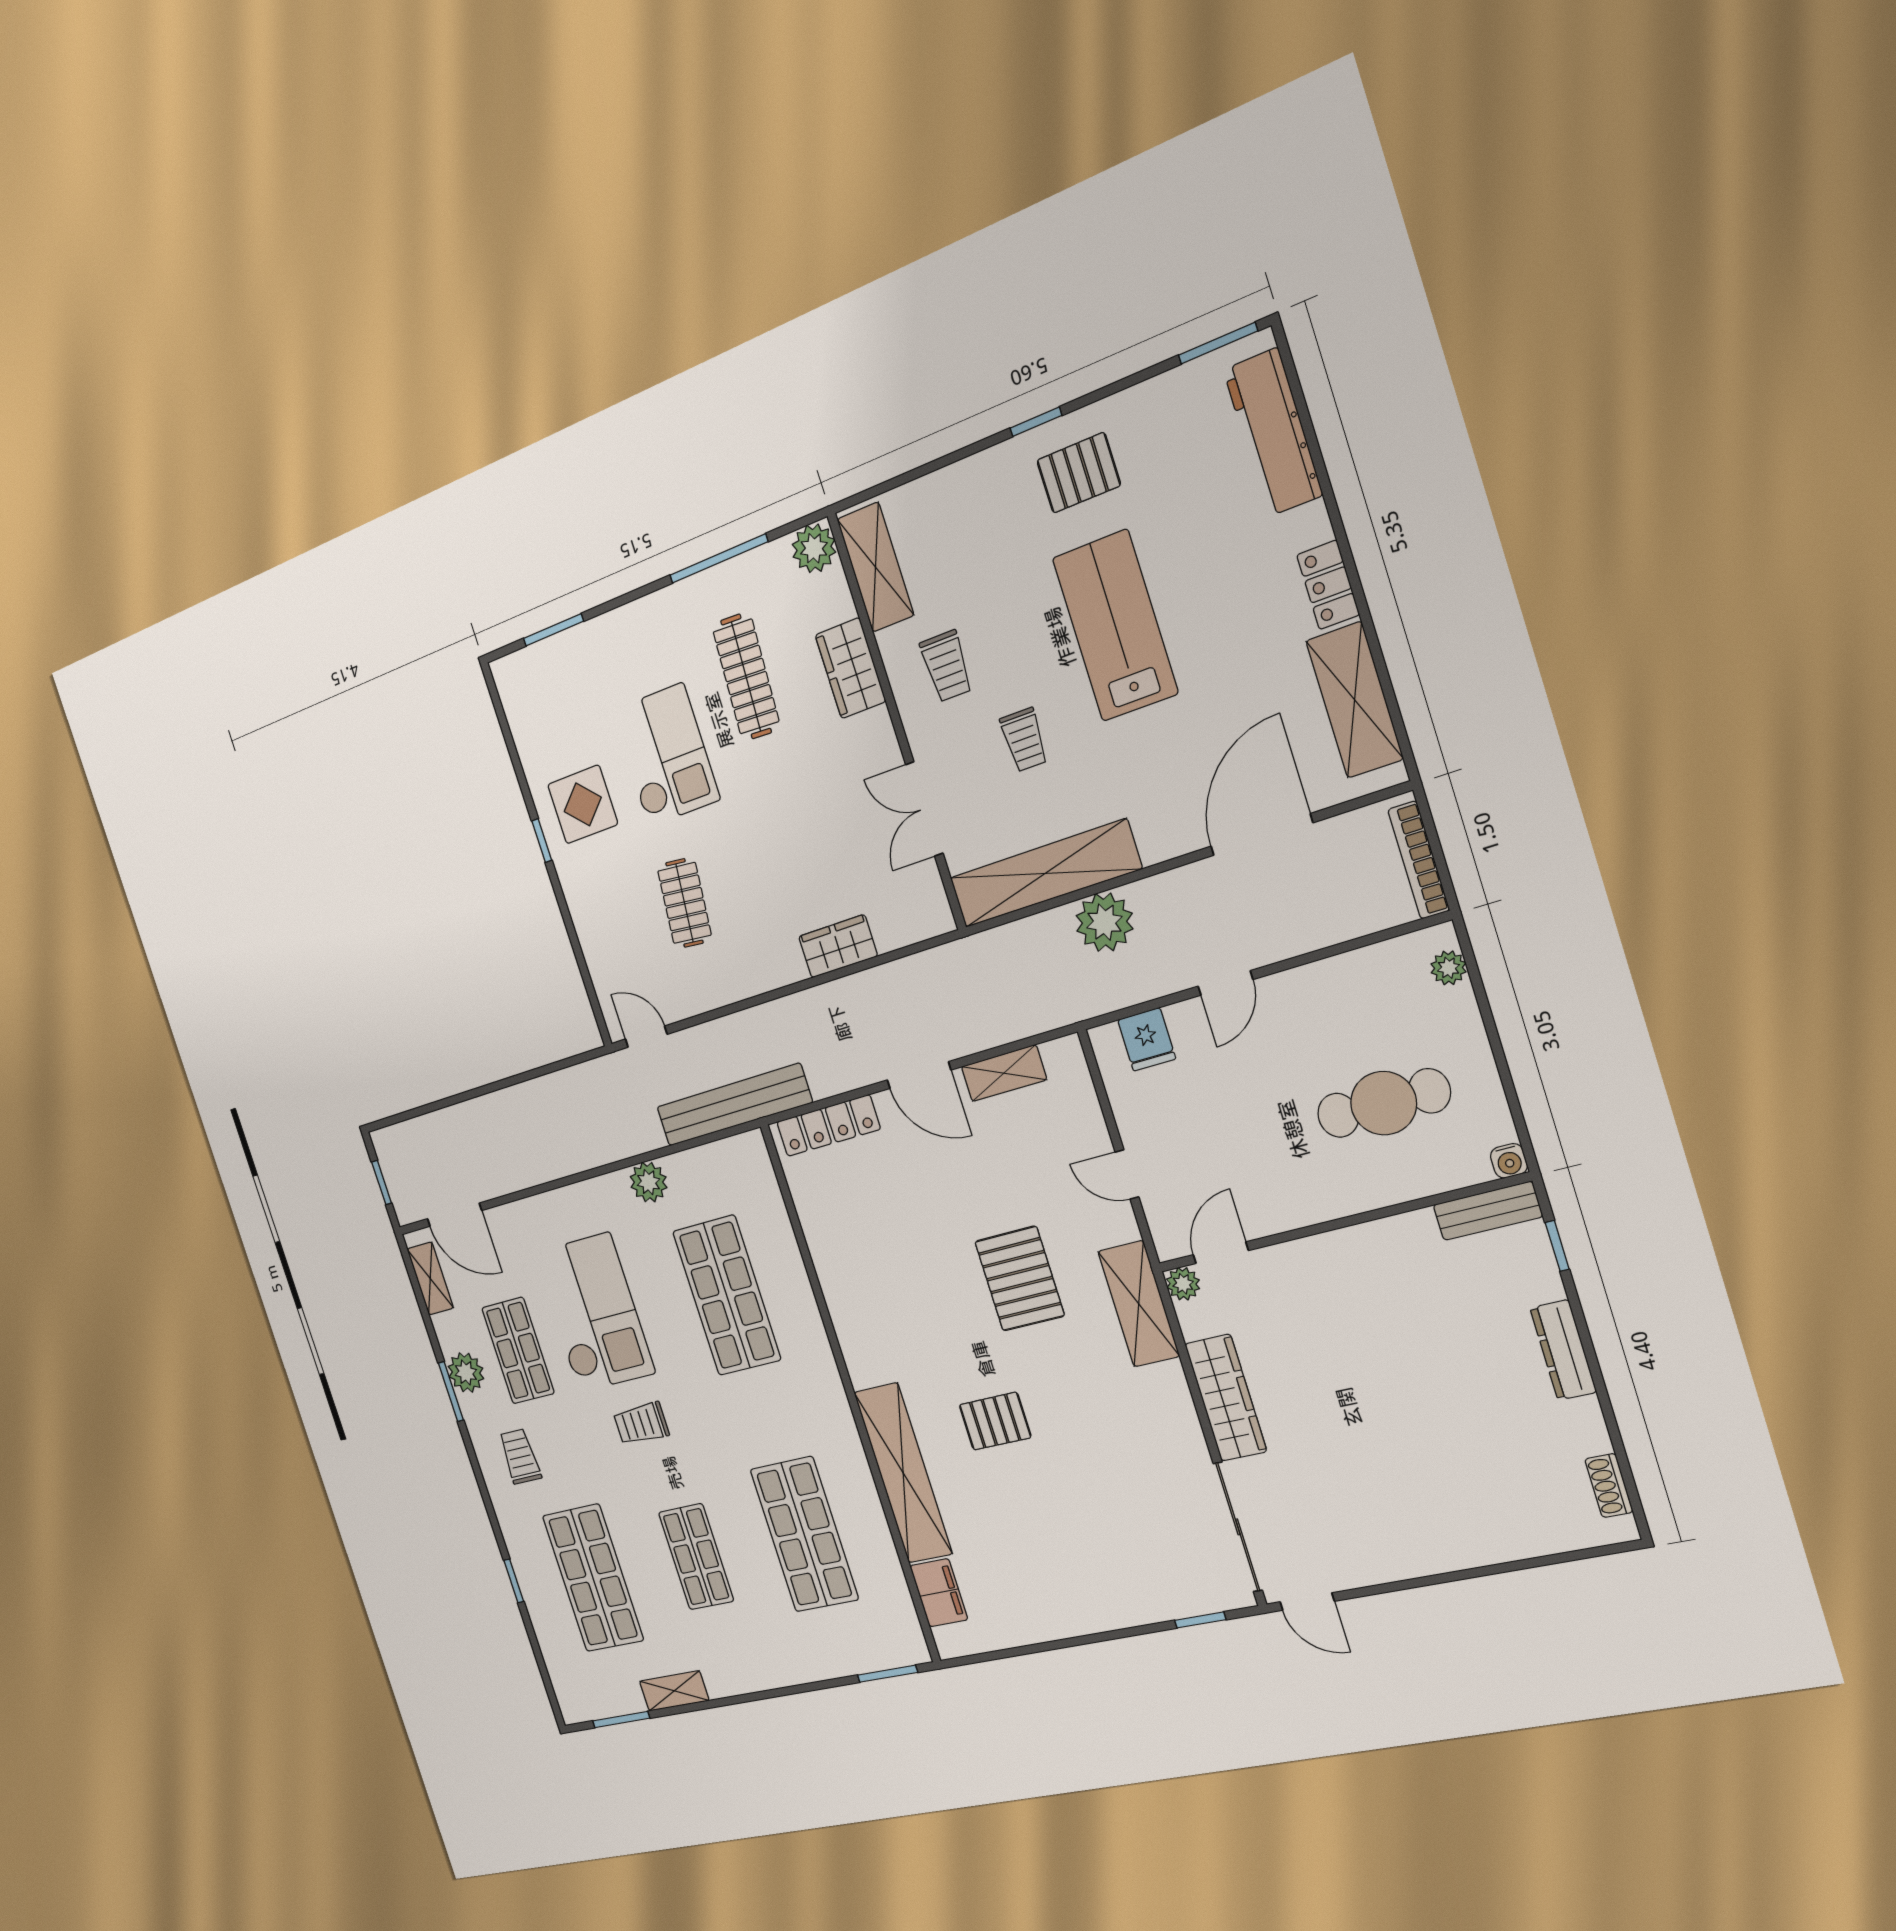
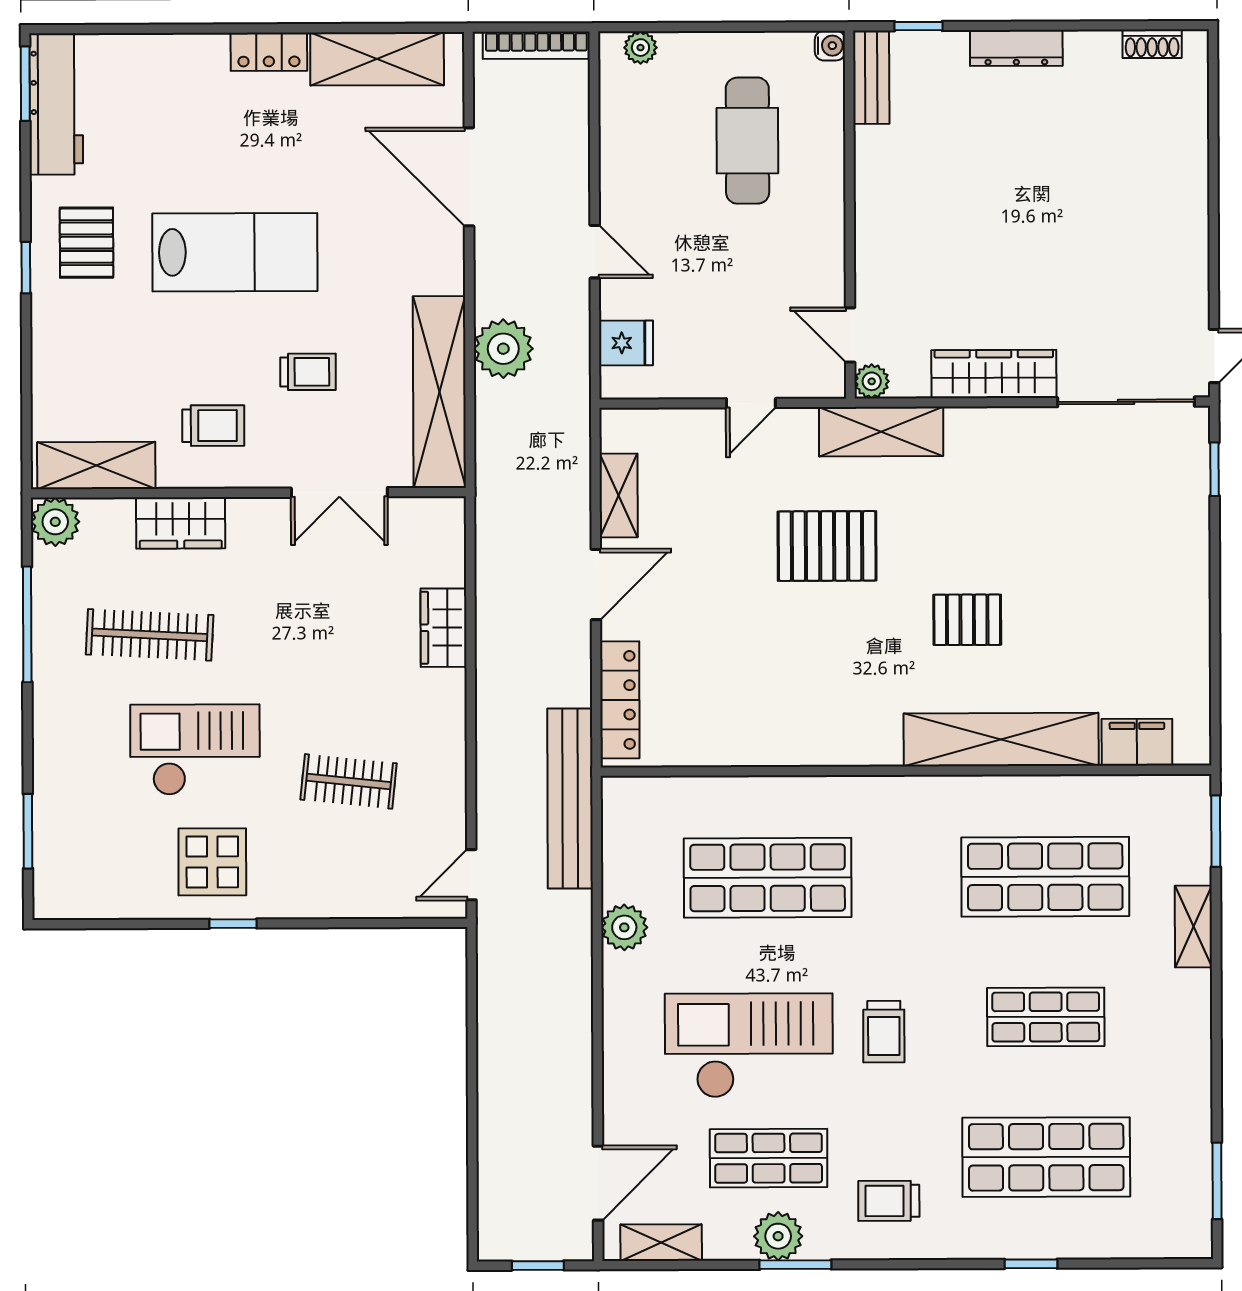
workbench: (1273, 432) -> (56, 104), moved, turned -90
lab bench: (1115, 626) -> (235, 252), turned 180
pallet: (995, 1421) -> (967, 620), turned 90
shelving: (674, 1691) -> (1193, 927), moved

